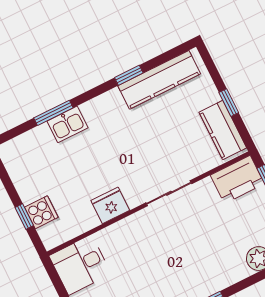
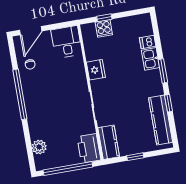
window: (53, 113) -> (163, 71), moved
kitchen counter: (223, 130) -> (109, 142), moved, turned 90
dishwasher: (42, 137) -> (148, 42), added

